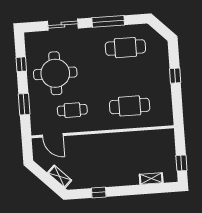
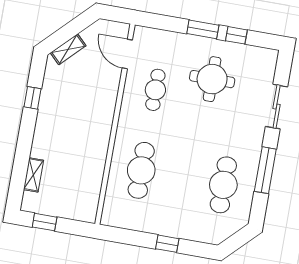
round table: (55, 73) -> (212, 79), width x0.73, depth x0.73
window: (24, 104) -> (203, 29), moved
door: (53, 135) -> (127, 54), hinge flipped

